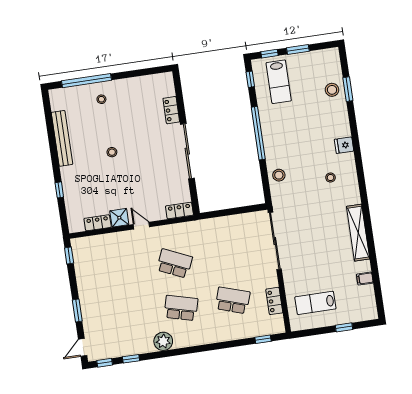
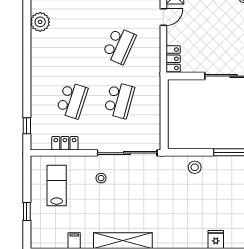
stool: (331, 178) -> (101, 178), moved
school desk: (181, 308) -> (119, 100), moved

